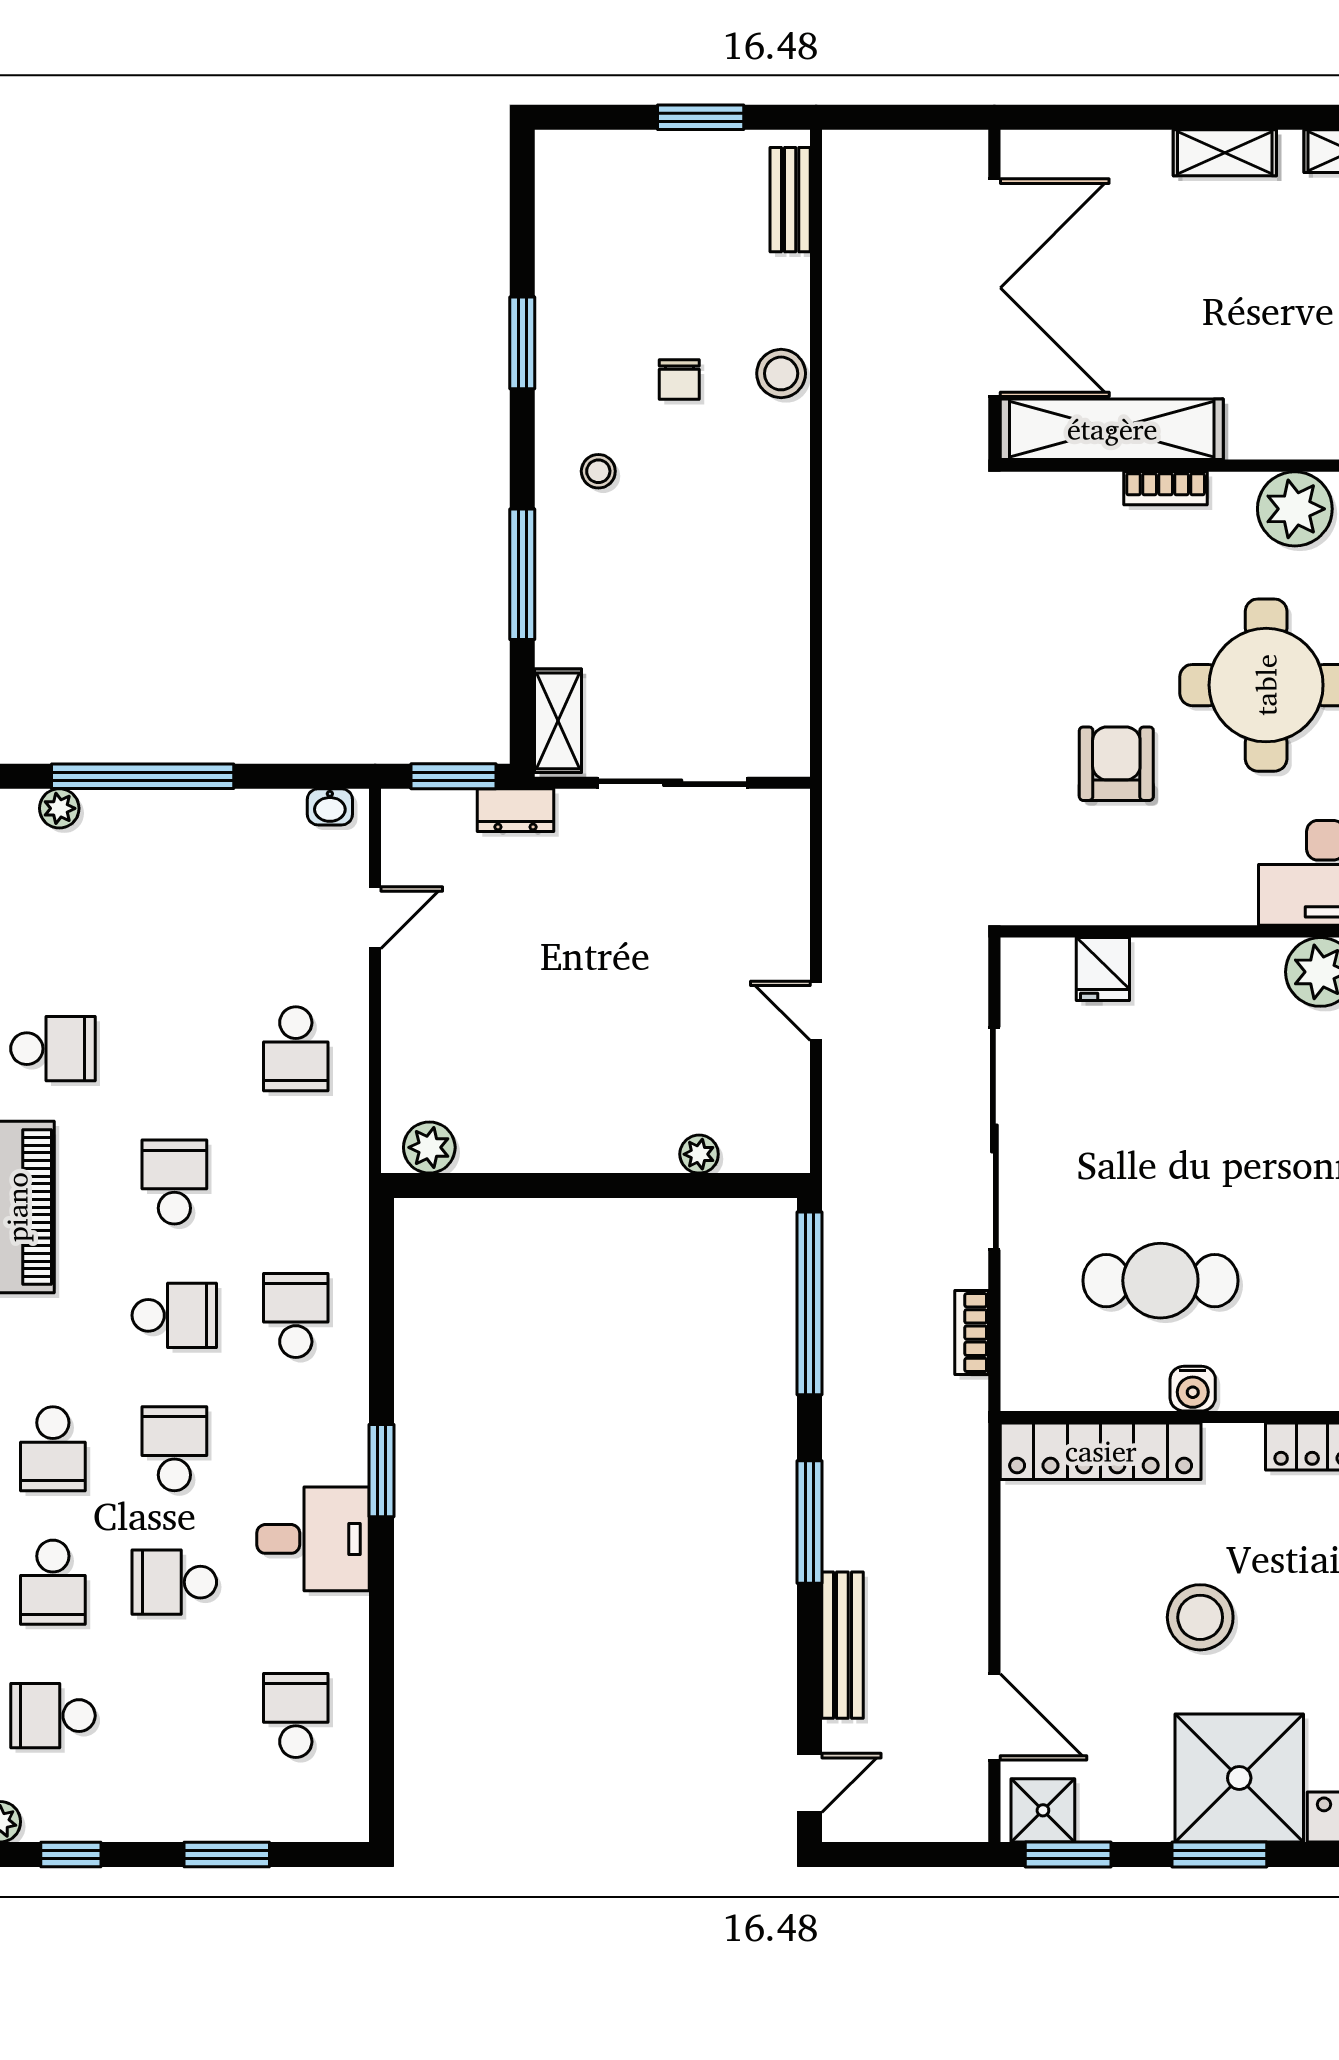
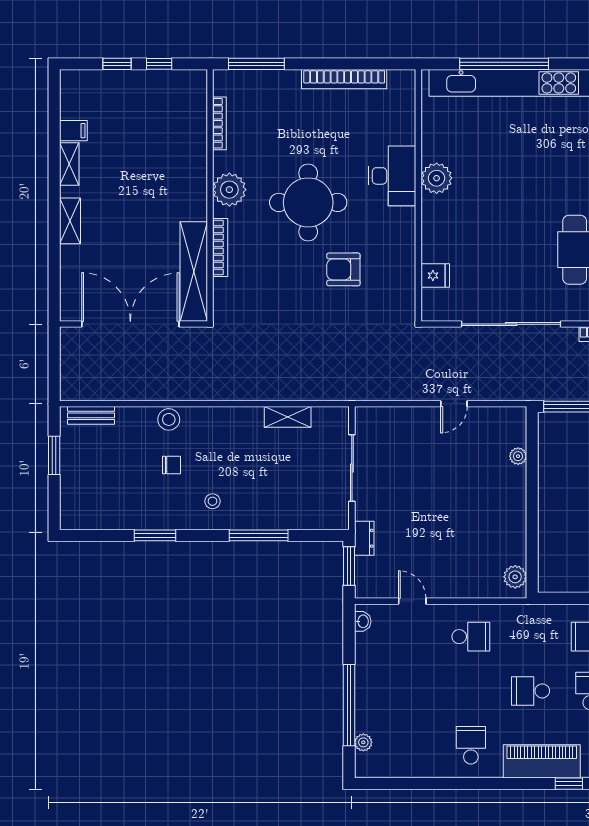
bookcase: (1166, 488) -> (220, 247), width x1.56
shelving: (558, 721) -> (288, 417), moved

